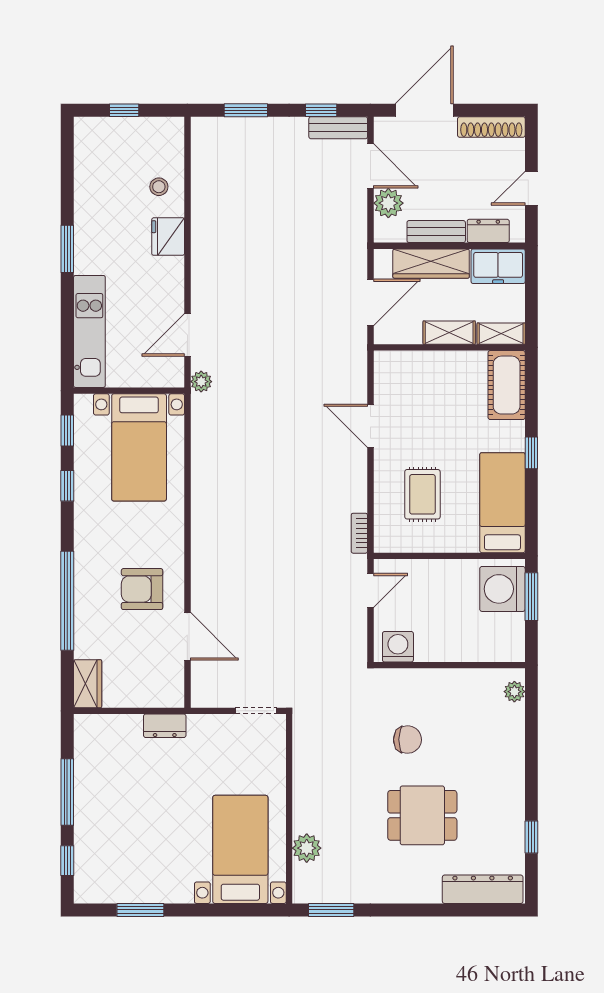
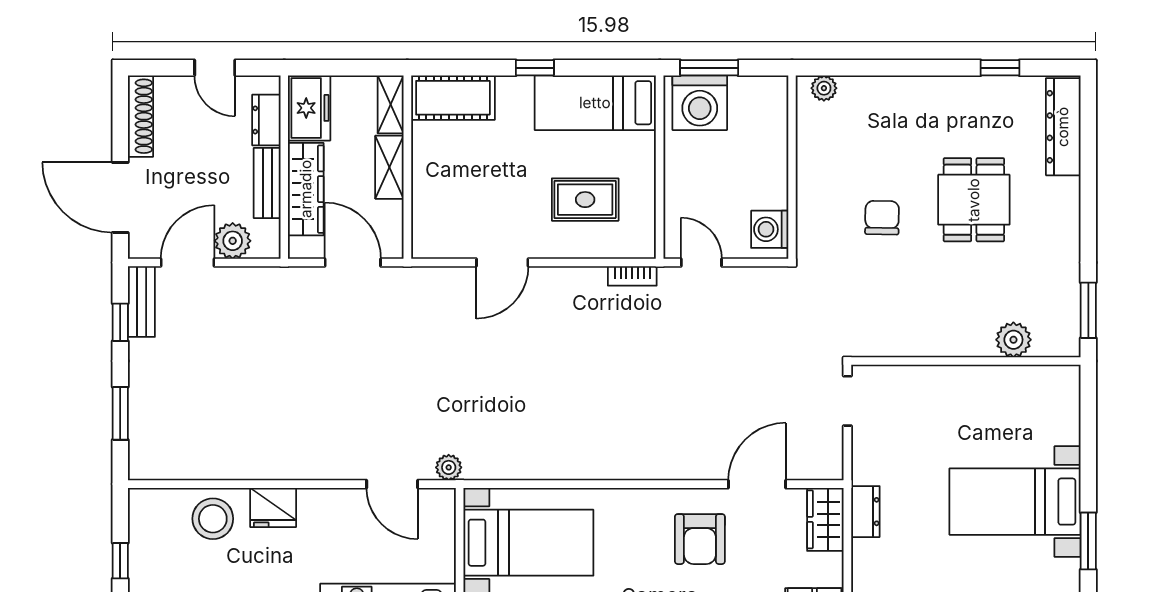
stool: (159, 187) -> (213, 519), width x1.89, depth x1.89
wardrobe: (158, 693) -> (825, 519), added
bed with nightstands: (240, 849) -> (1015, 502), moved

